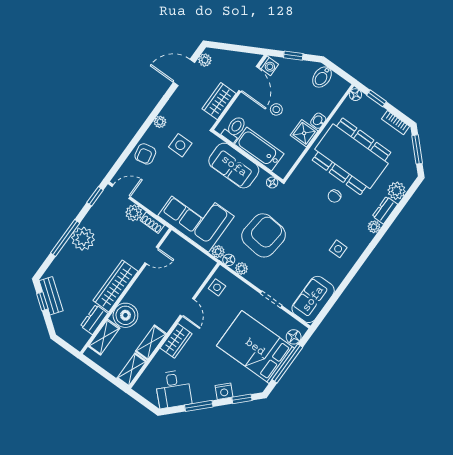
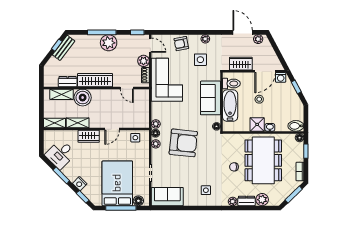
bidet: (322, 77) -> (296, 126), moved
corner sofa: (196, 216) -> (167, 80), moved

